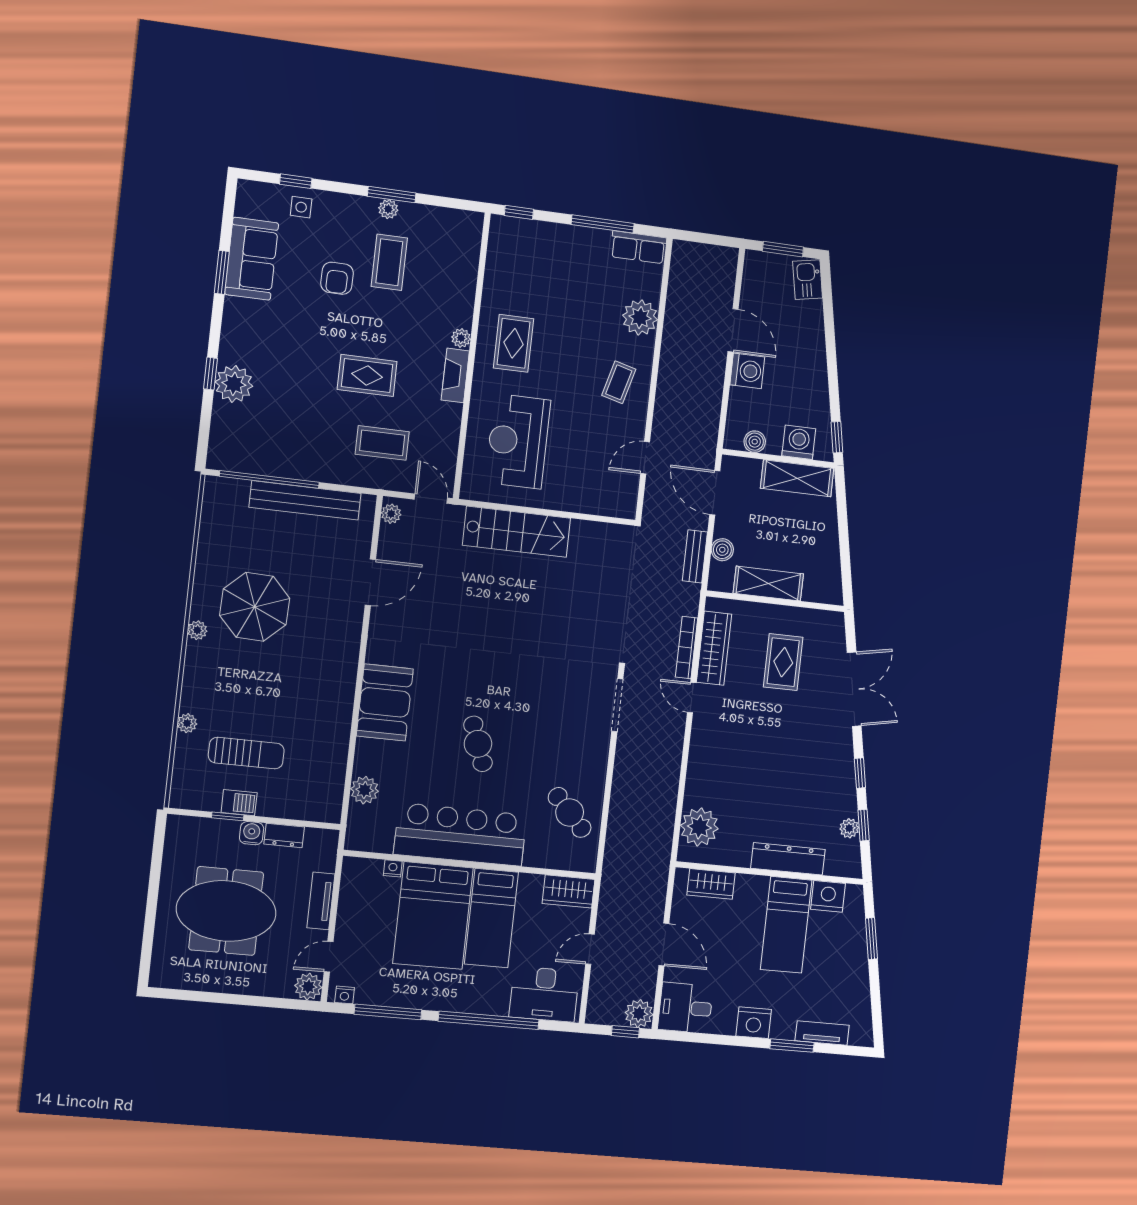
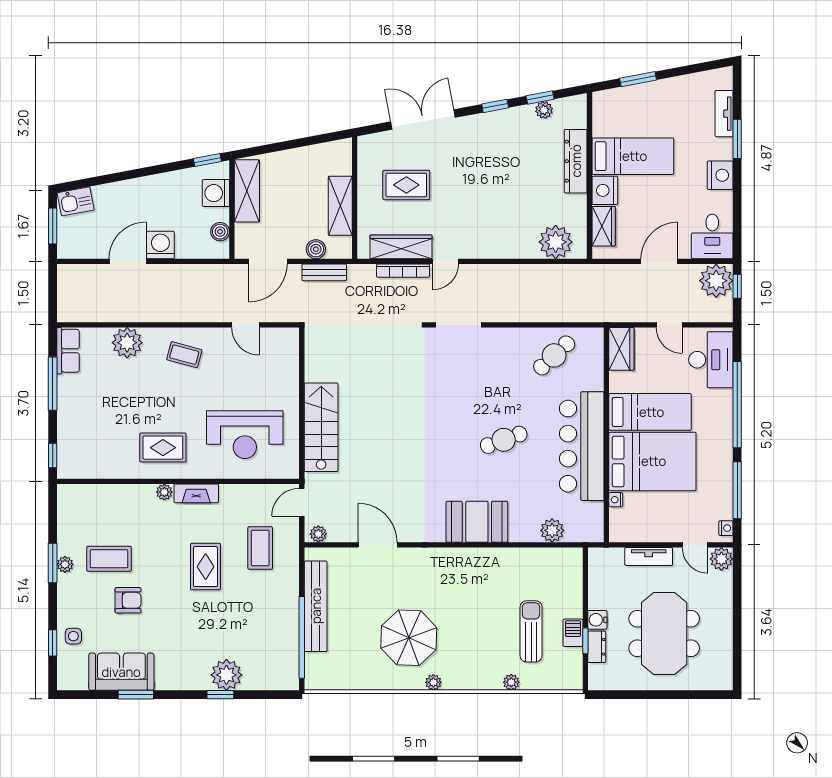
dresser: (284, 835) -> (597, 647), moved
nightstand: (828, 896) -> (605, 190), moved
plant: (639, 1014) -> (716, 281), width x1.36, depth x1.36

